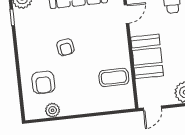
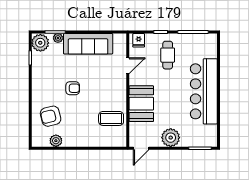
armchair: (65, 47) -> (73, 88), turned -81
armchair: (43, 82) -> (51, 116), turned 76

